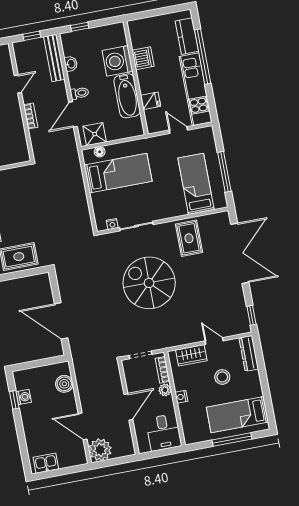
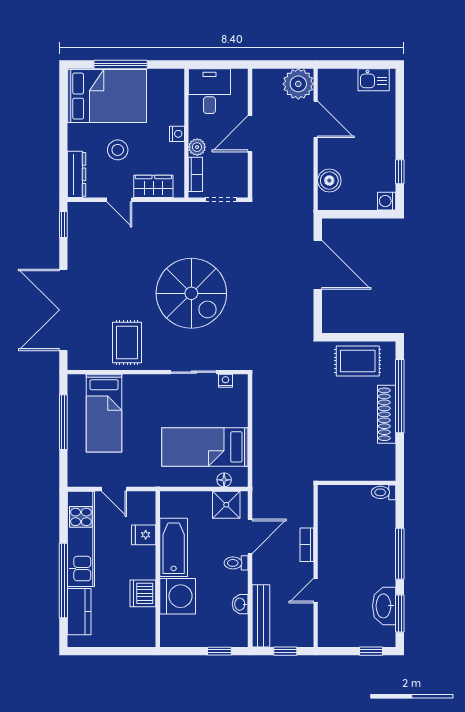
washing machine: (24, 397) -> (387, 201), moved
bed: (237, 415) -> (107, 96), width x1.50

